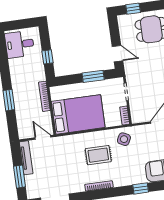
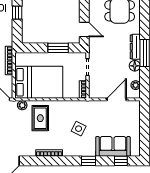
window: (47, 57) -> (17, 13), moved
side table: (124, 139) -> (79, 129), moved
plant: (64, 141) -> (22, 105), added
rug: (98, 155) -> (40, 118), moved, turned 90

